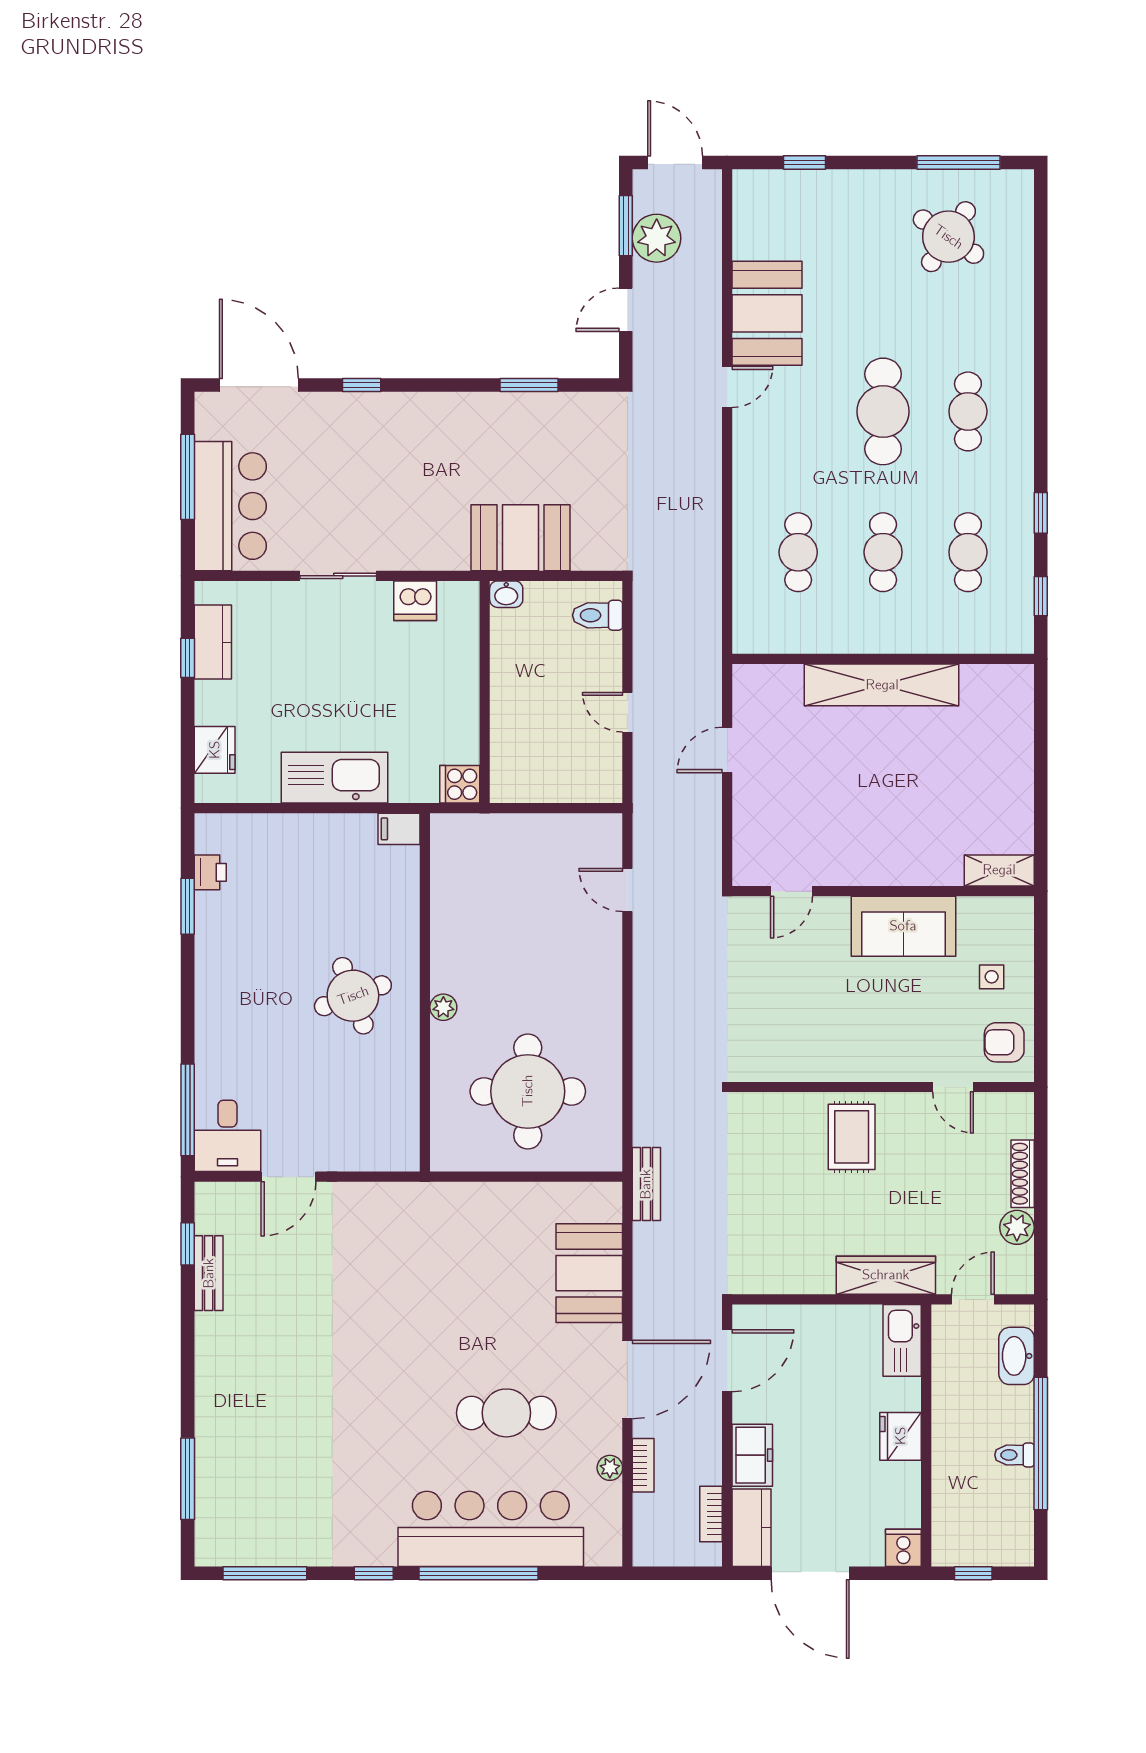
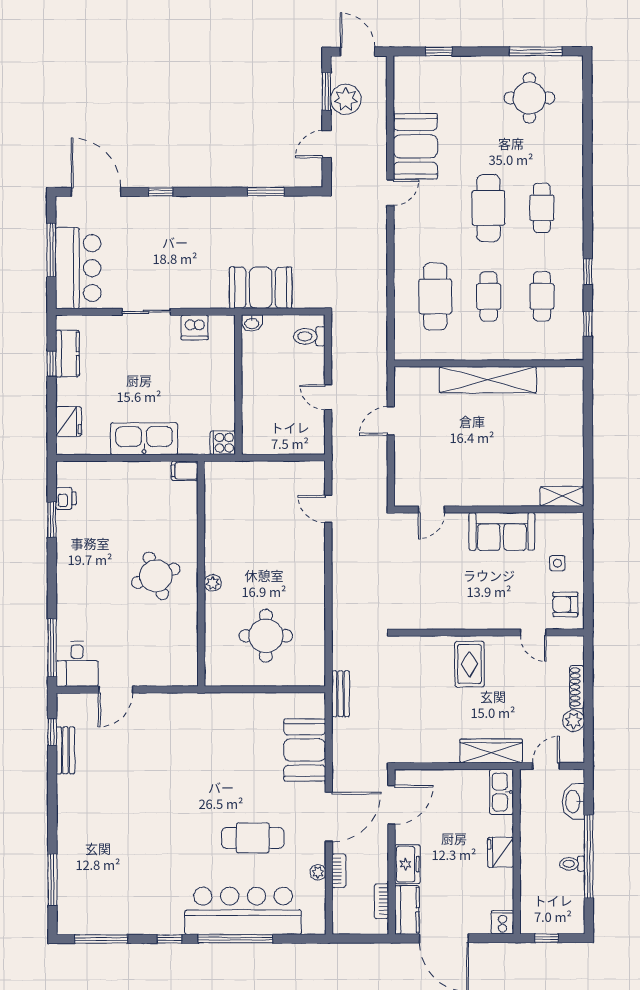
round table: (948, 237) -> (529, 98), turned -34
cafe table: (798, 552) -> (435, 297), width x1.37, depth x1.35
round table: (528, 1091) -> (266, 636), width x0.73, depth x0.73

